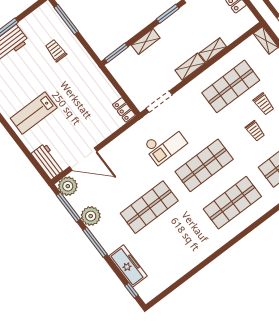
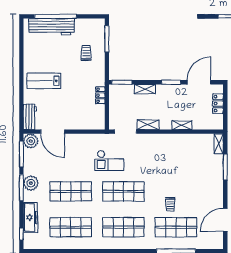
shelving: (190, 67) -> (148, 125), moved
shop shelf: (231, 86) -> (71, 227), moved
trolley: (264, 104) -> (188, 182), removed
locker: (124, 110) -> (100, 95), moved
trolley: (255, 131) -> (170, 204), moved
plant: (91, 216) -> (31, 183), moved

